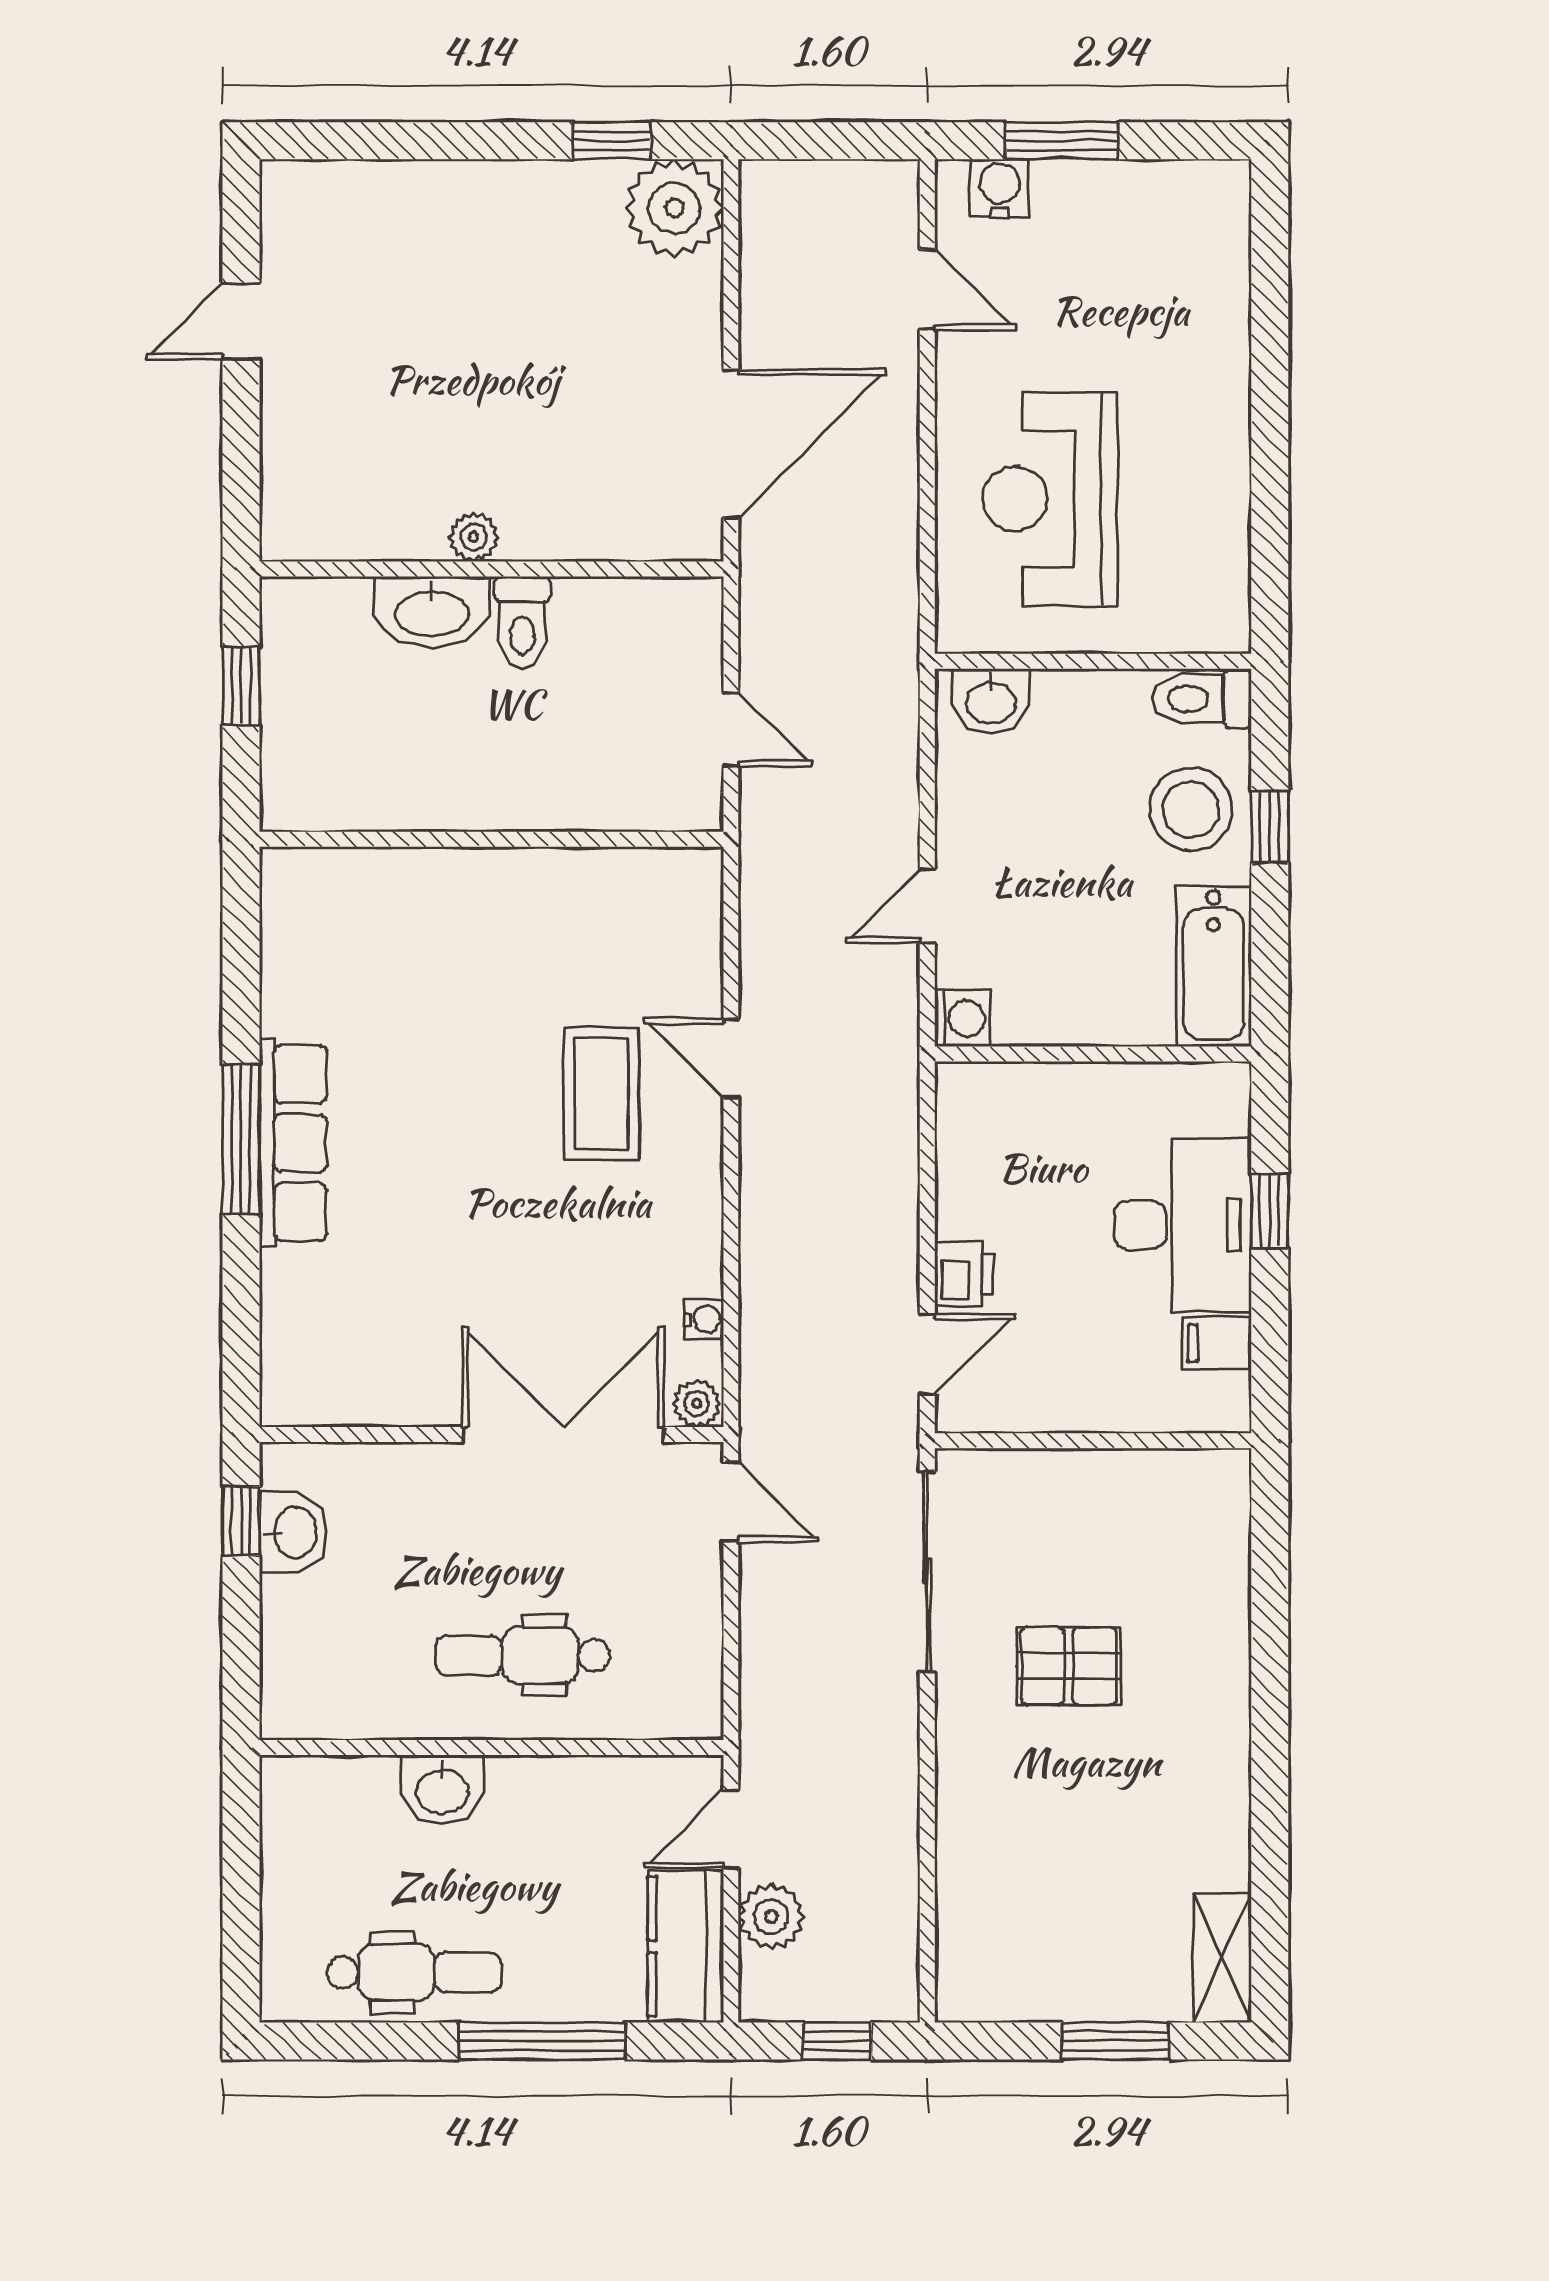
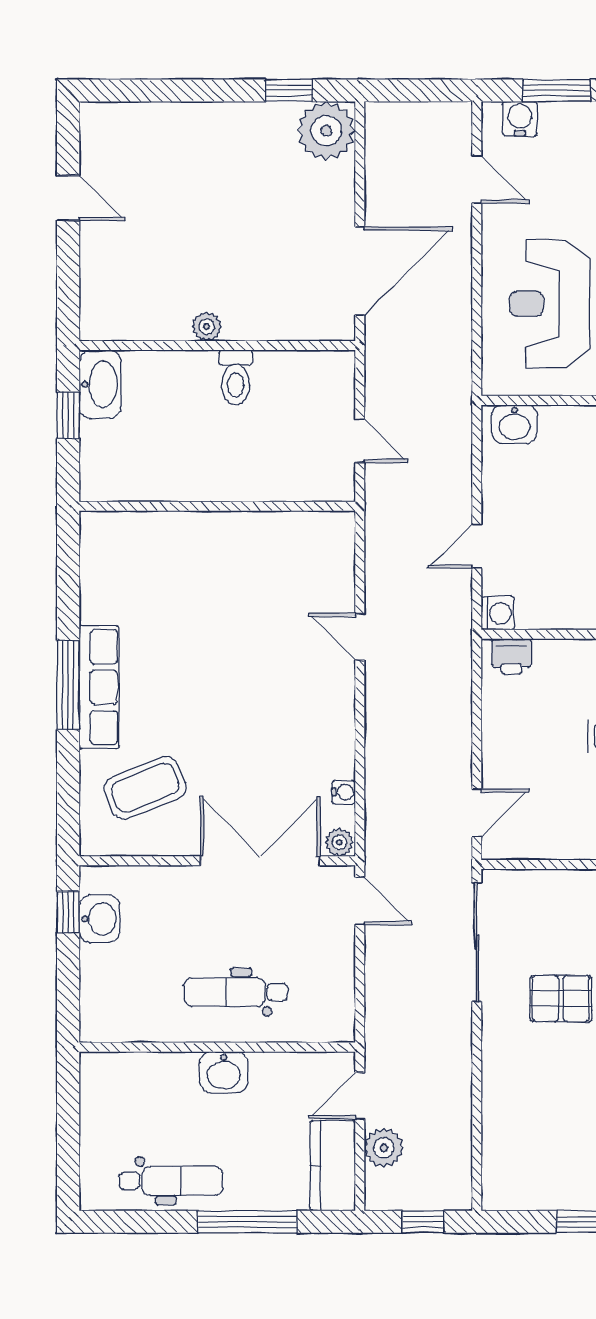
door: (241, 321) -> (68, 198), swing flipped
washbasin: (432, 612) -> (100, 384), moved, turned -90
coffee table: (601, 1094) -> (145, 788), moved, turned 68
printer: (964, 1274) -> (511, 656), moved, turned 90
washbasin: (443, 1790) -> (224, 1072), moved

